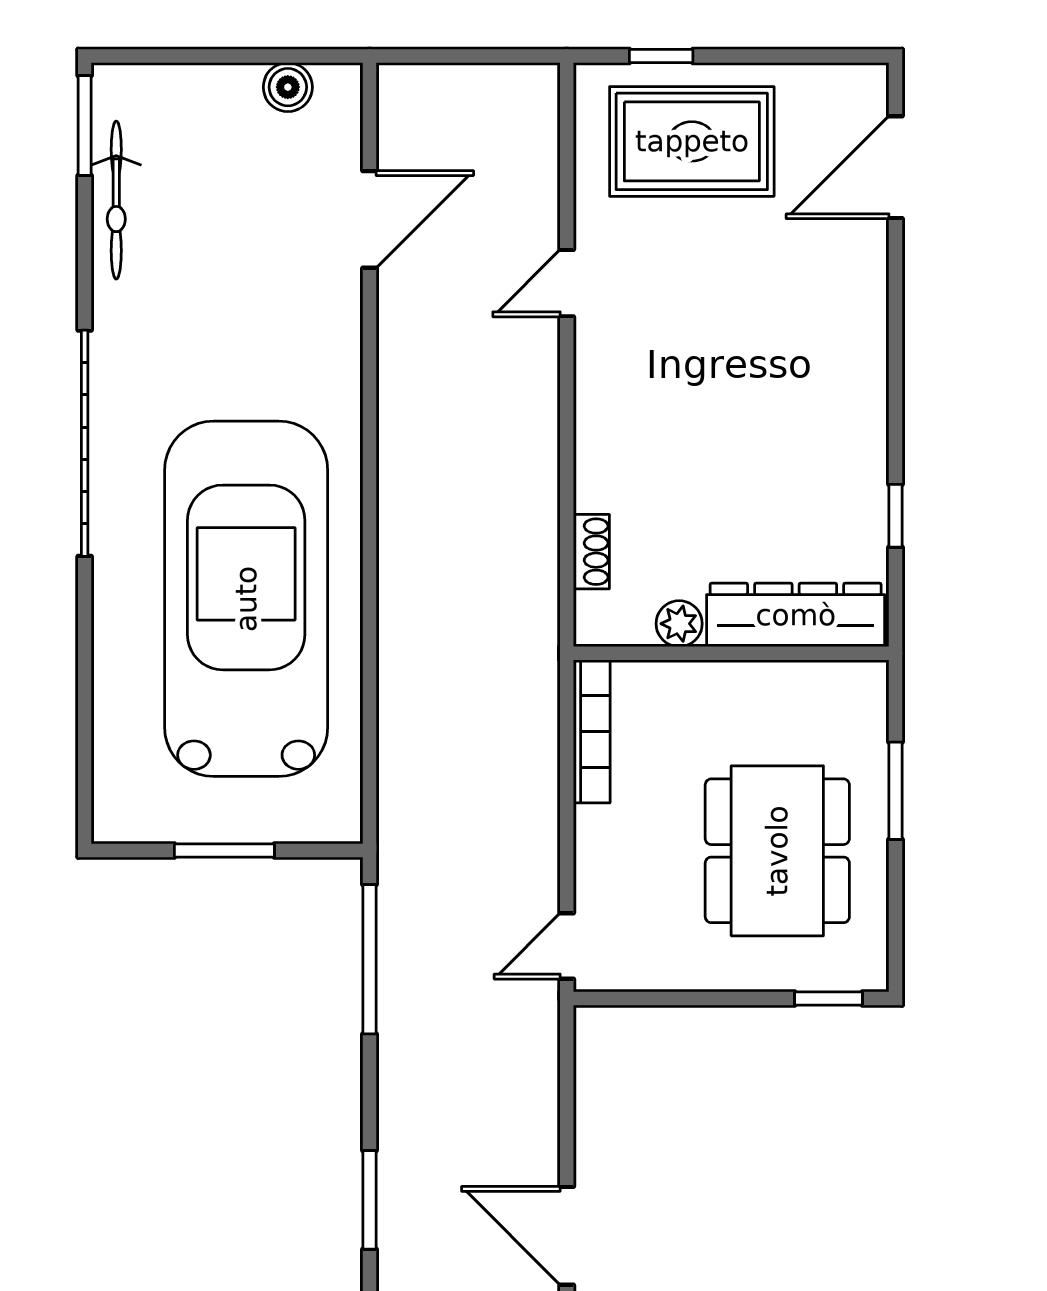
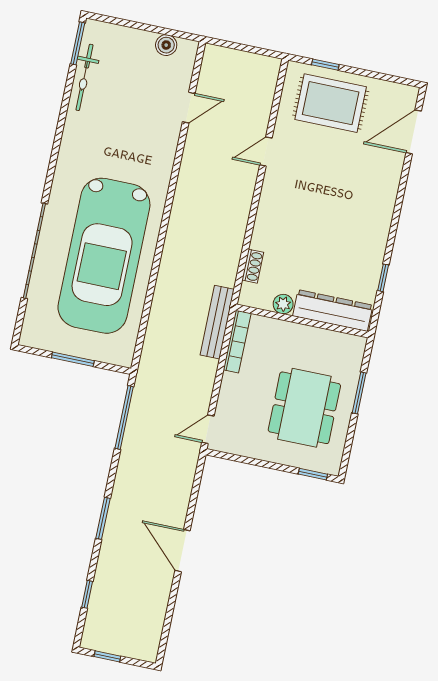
door: (370, 219) -> (189, 108), width x0.73
garage door: (85, 443) -> (34, 251), moved
car: (246, 599) -> (104, 256), turned 180
bench: (537, 697) -> (217, 322), added

